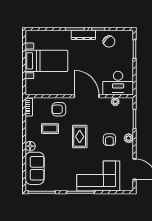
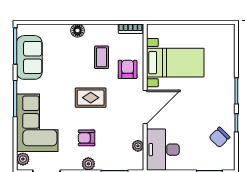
dresser: (83, 35) -> (228, 103), removed
bed with nightstands: (46, 61) -> (175, 63), moved, turned -90
sofa: (35, 168) -> (29, 57), moved, turned -90
plant: (125, 187) -> (23, 159), added

